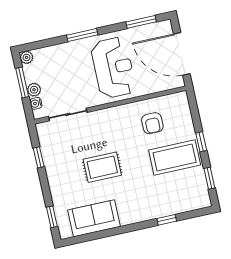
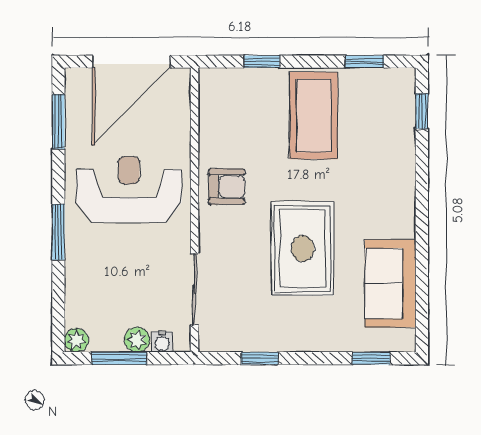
armchair: (152, 123) -> (227, 187), moved
window: (201, 142) -> (262, 62), moved
rug: (102, 167) -> (303, 248), width x1.36, depth x1.43
window: (167, 220) -> (422, 111), moved

